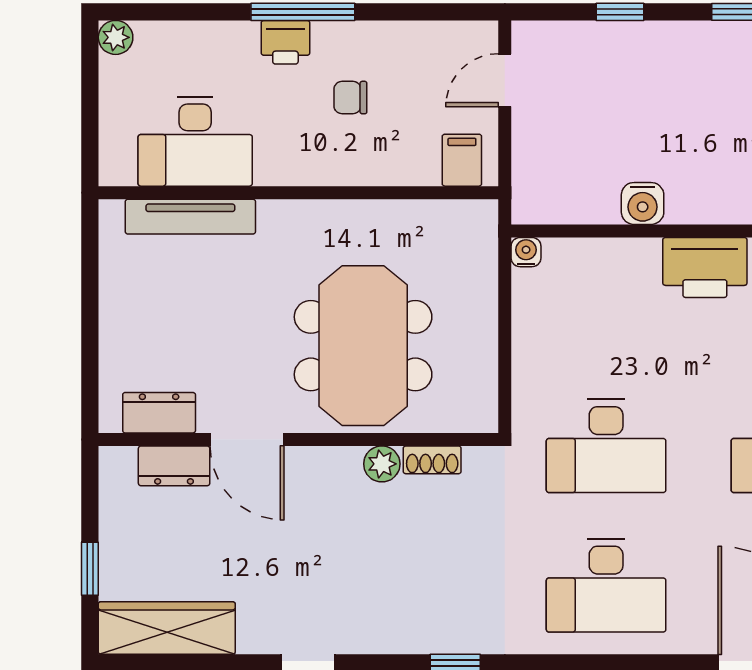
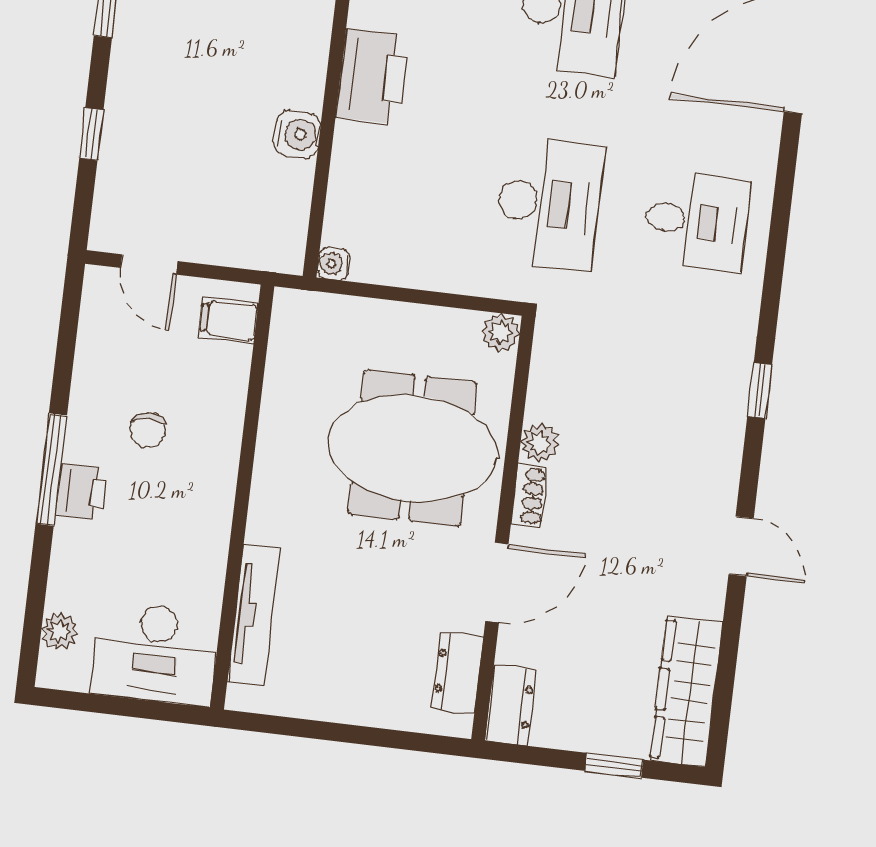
plant: (116, 37) -> (60, 631), moved
desk: (195, 142) -> (156, 653), moved, turned 90
plant: (480, 415) -> (501, 333), added
shoe rack: (432, 460) -> (529, 496), moved
dresser: (174, 466) -> (511, 706), moved
desk: (606, 585) -> (697, 221), width x0.73

